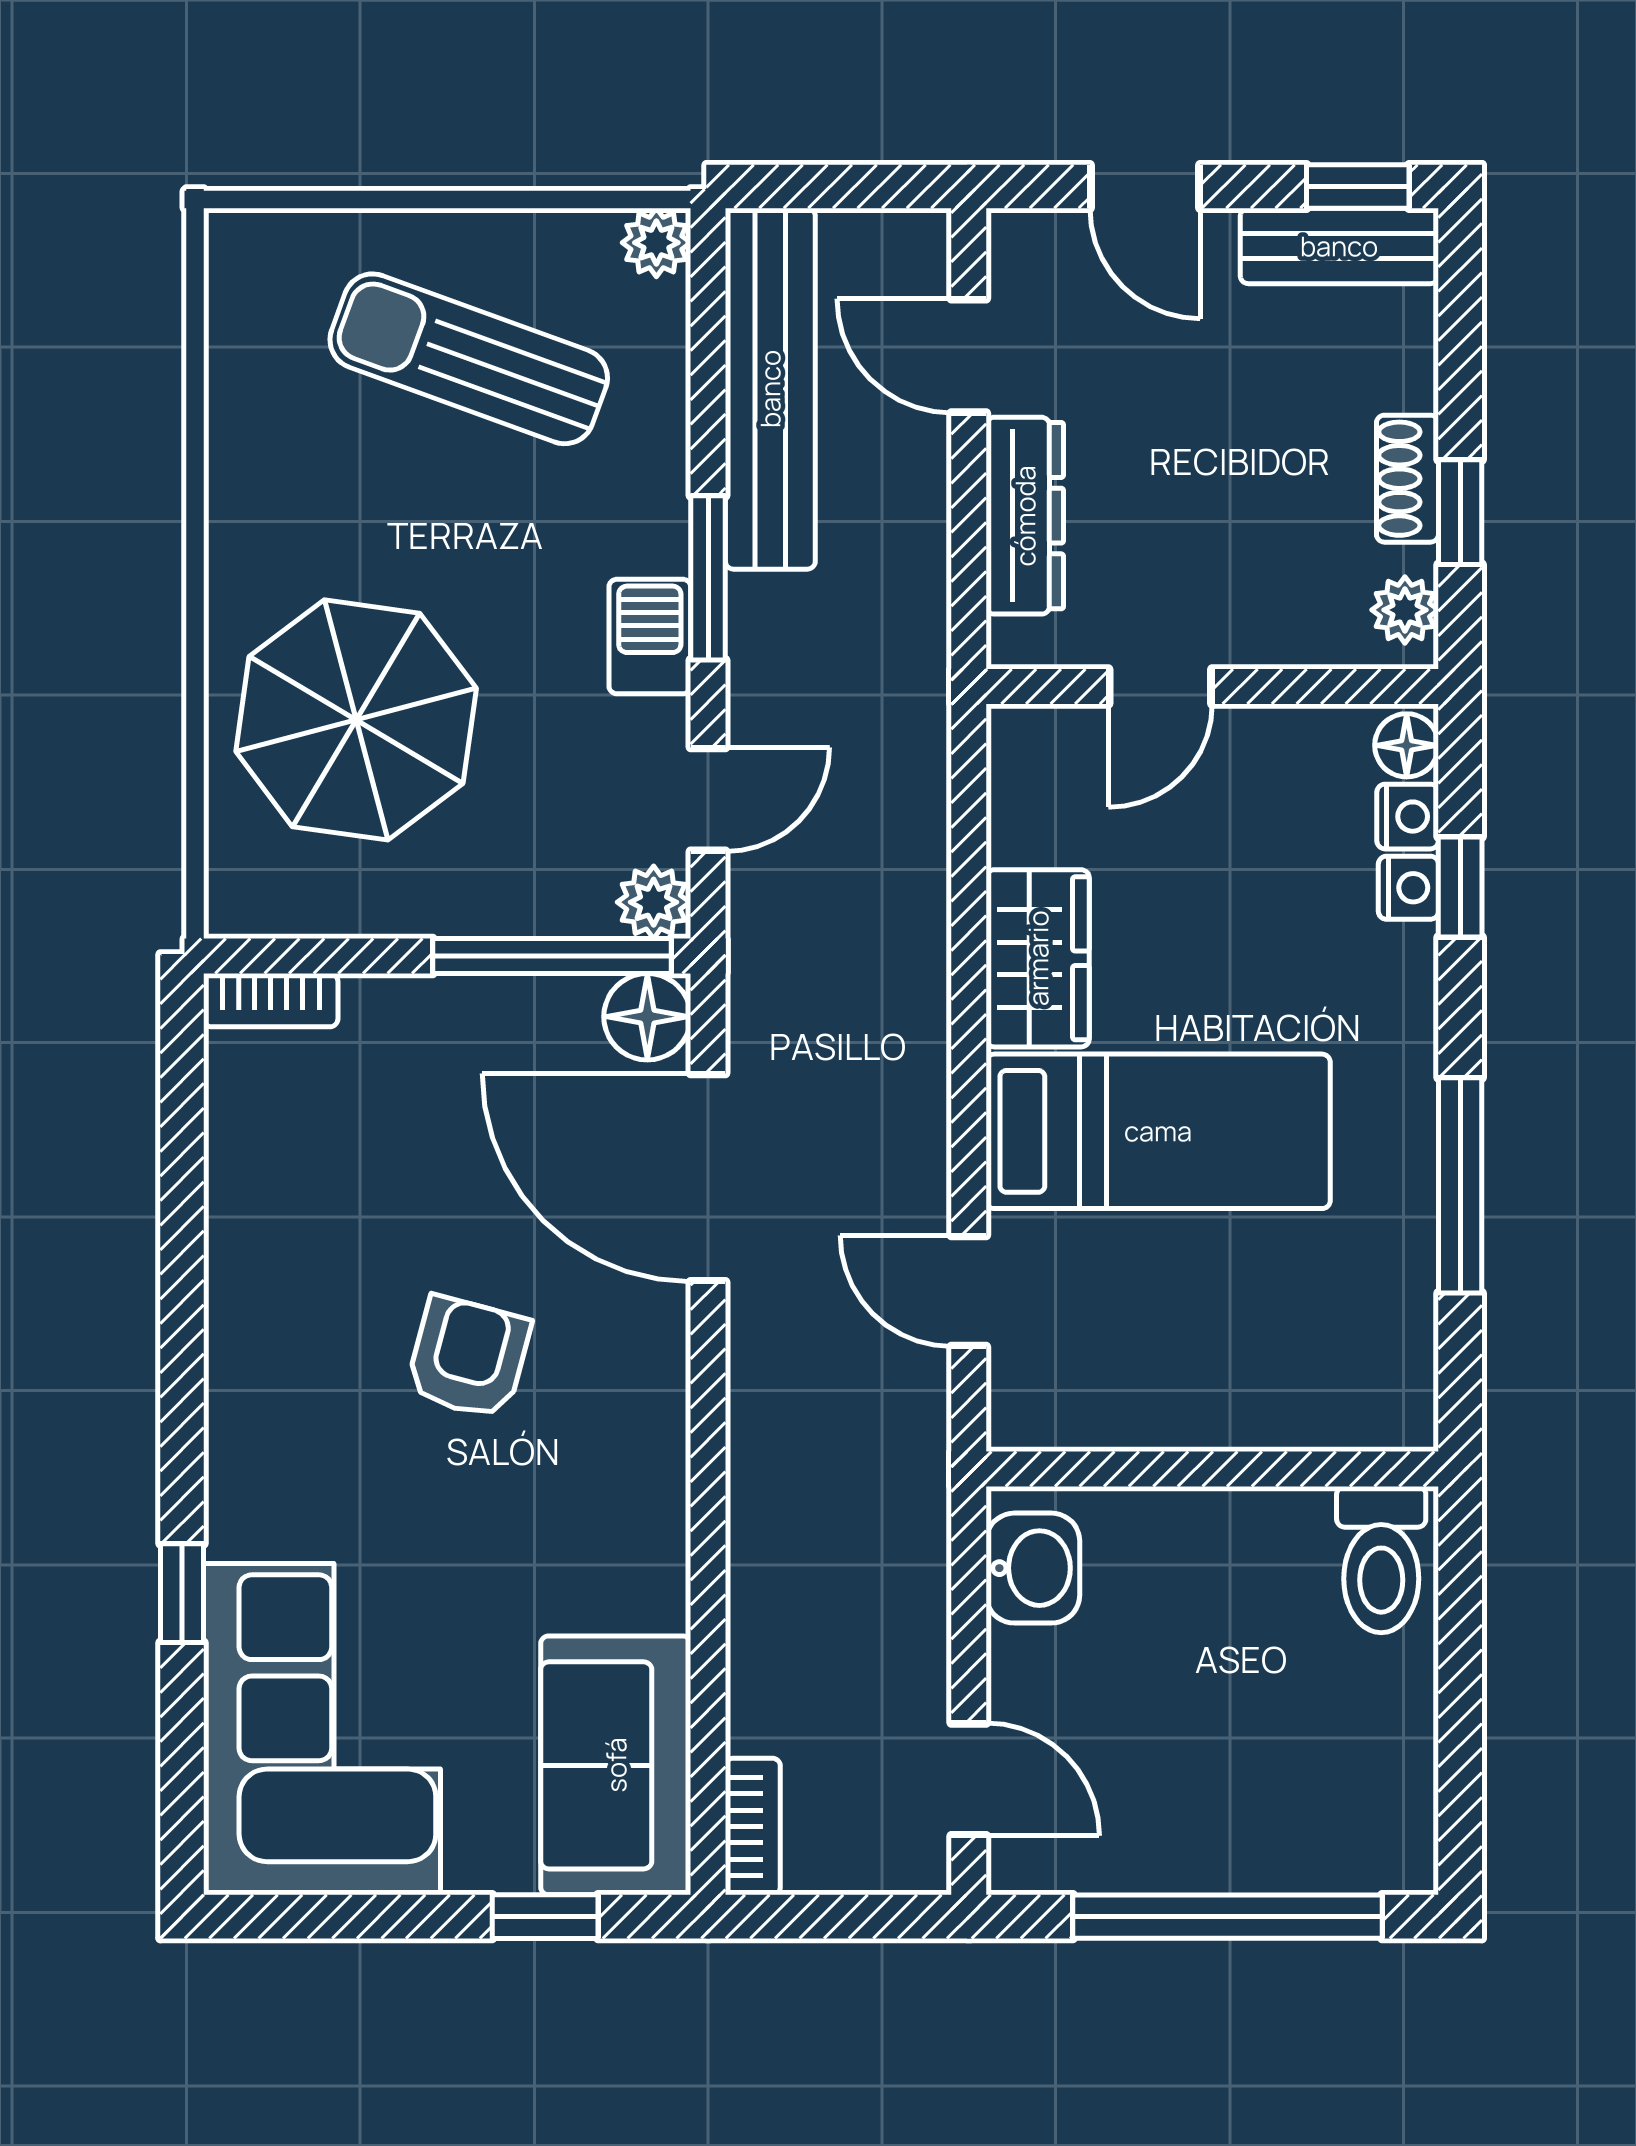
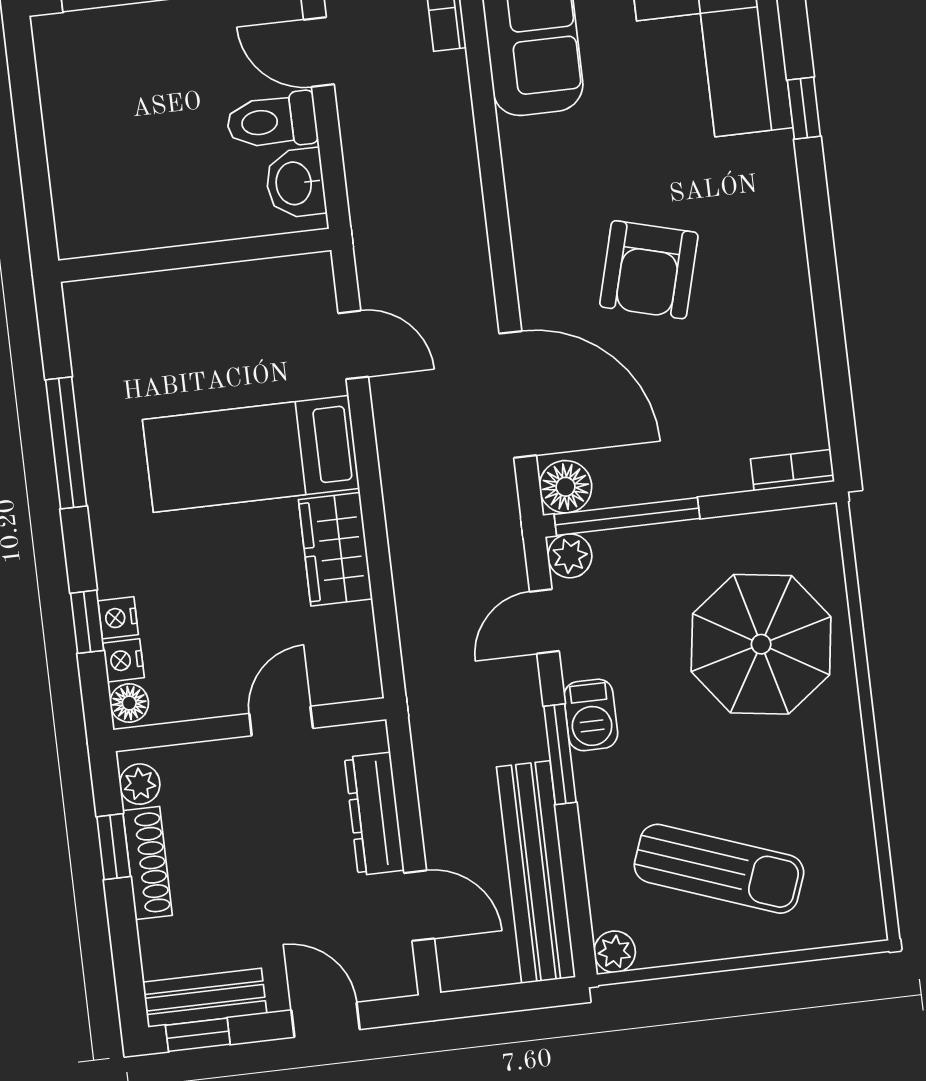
shoe rack: (1407, 479) -> (147, 863), width x1.43
armchair: (468, 1357) -> (649, 270), width x1.38, depth x1.38
toilet: (1381, 1560) -> (272, 121), moved, turned -90

